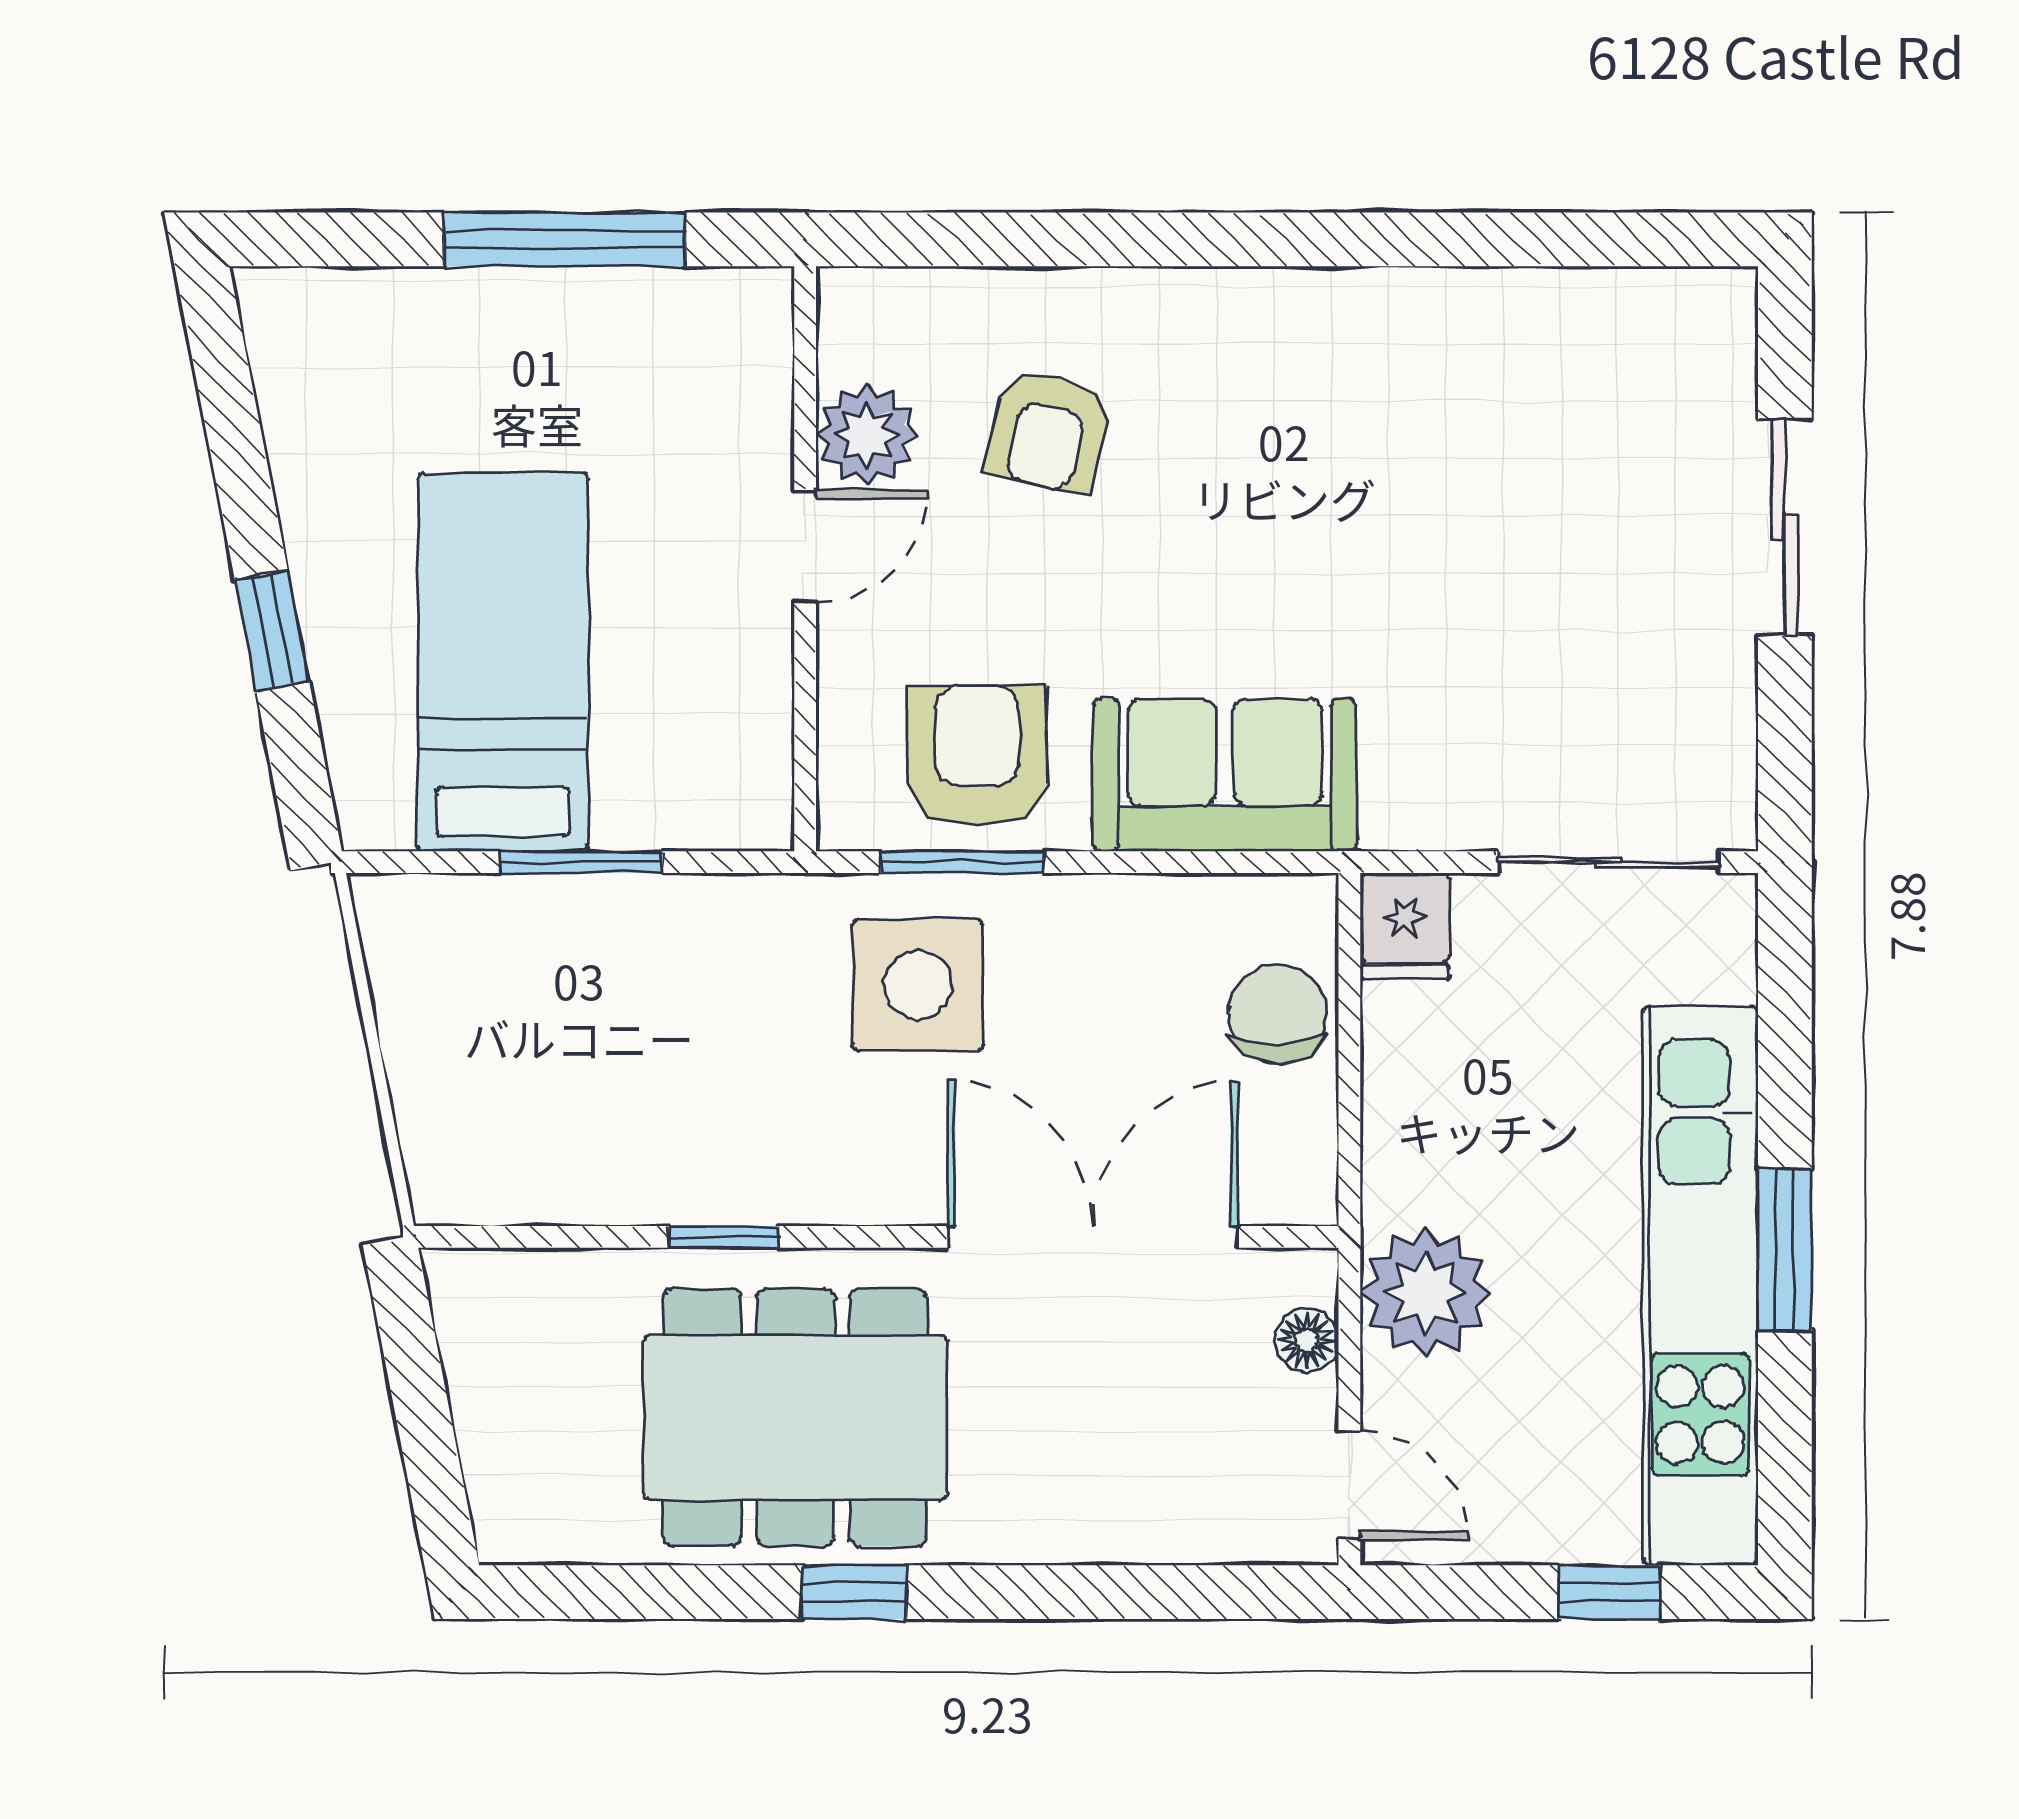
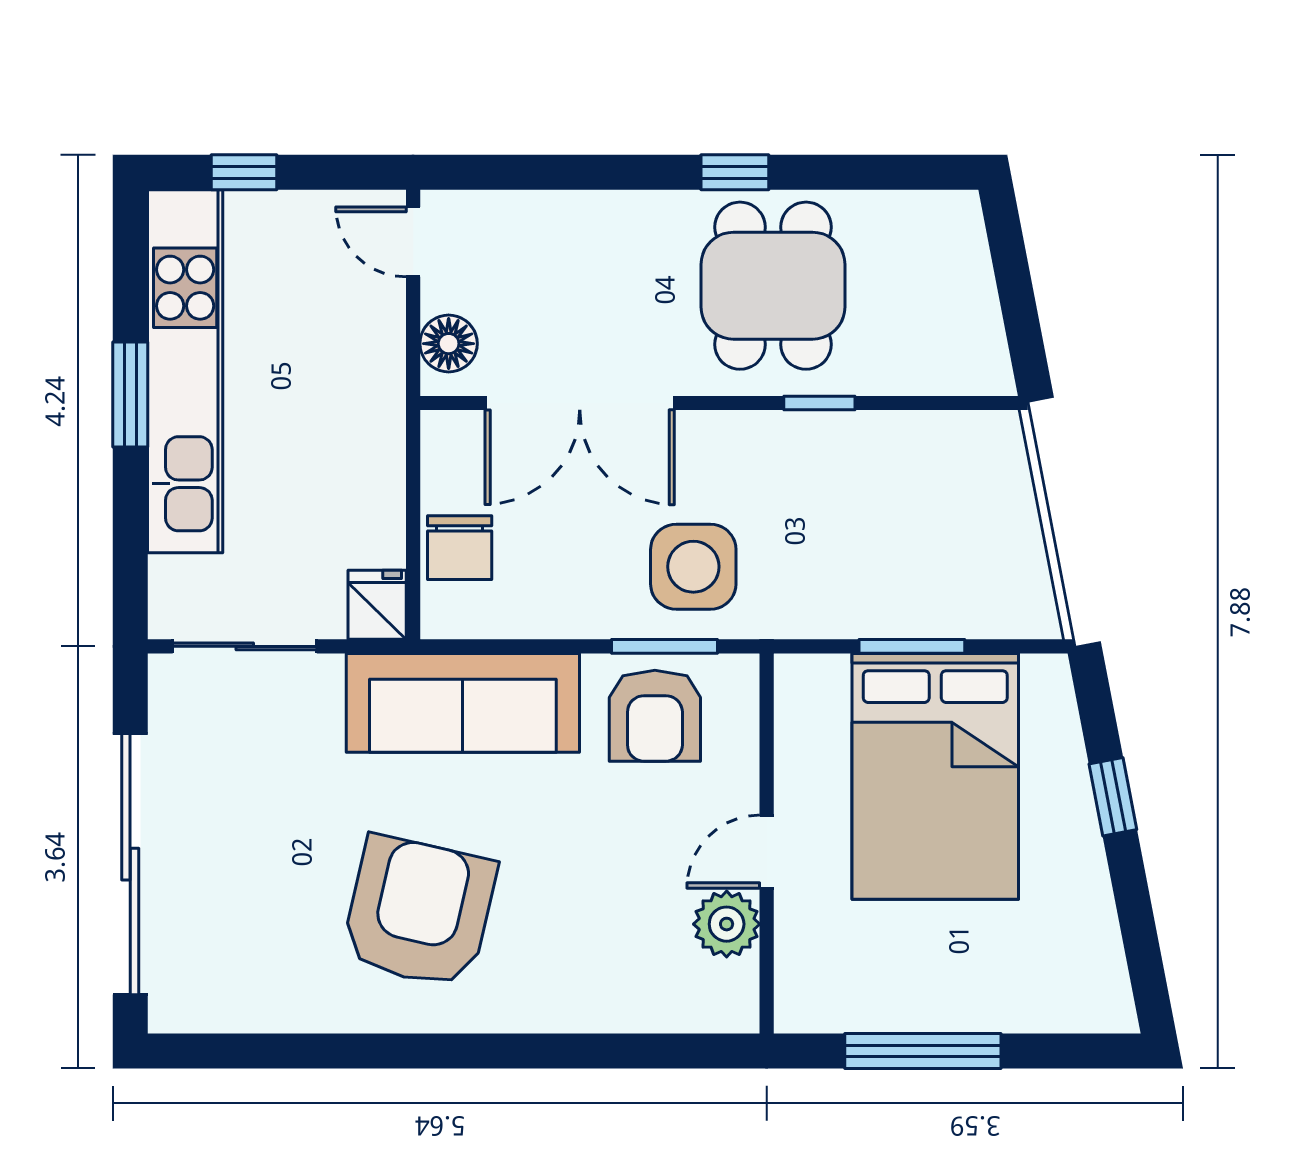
armchair: (1048, 431) -> (419, 912), moved, width x1.88, depth x1.88
sliding door: (1785, 527) -> (130, 864), width x1.86
bed: (503, 662) -> (935, 776), width x1.50
sofa: (1225, 775) -> (463, 703), width x1.36
plant: (1426, 1293) -> (363, 367), removed
floor lamp: (1307, 1340) -> (449, 344), width x1.37, depth x1.37
dining table: (795, 1417) -> (773, 286), width x0.73

